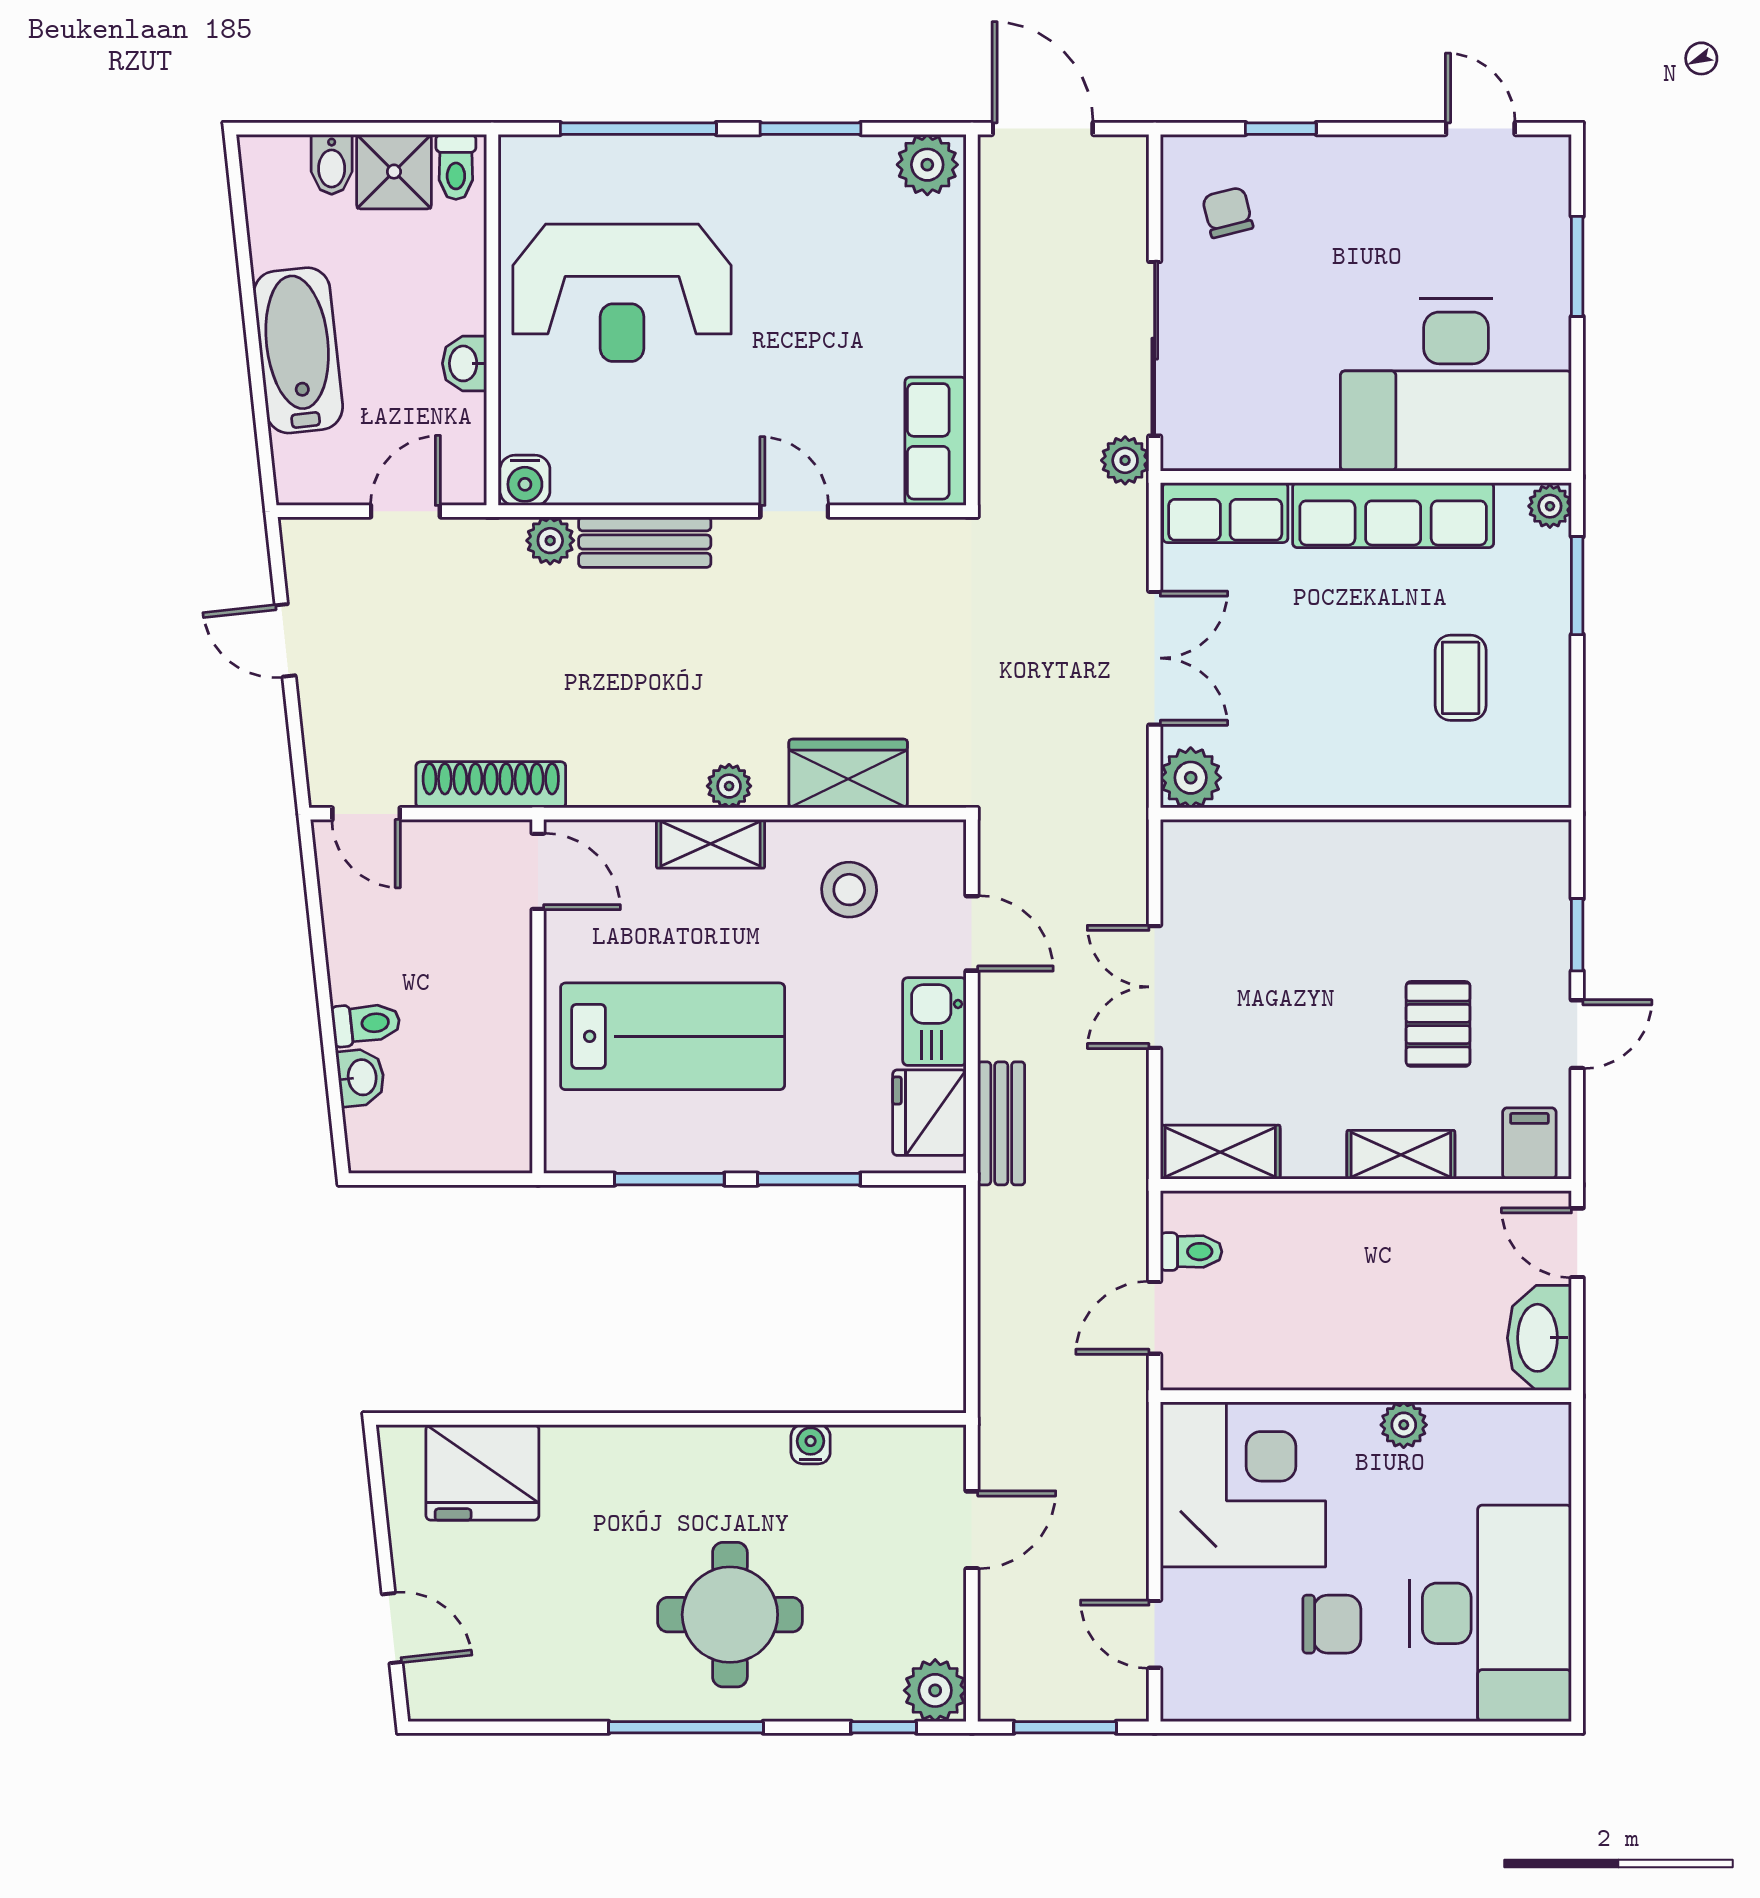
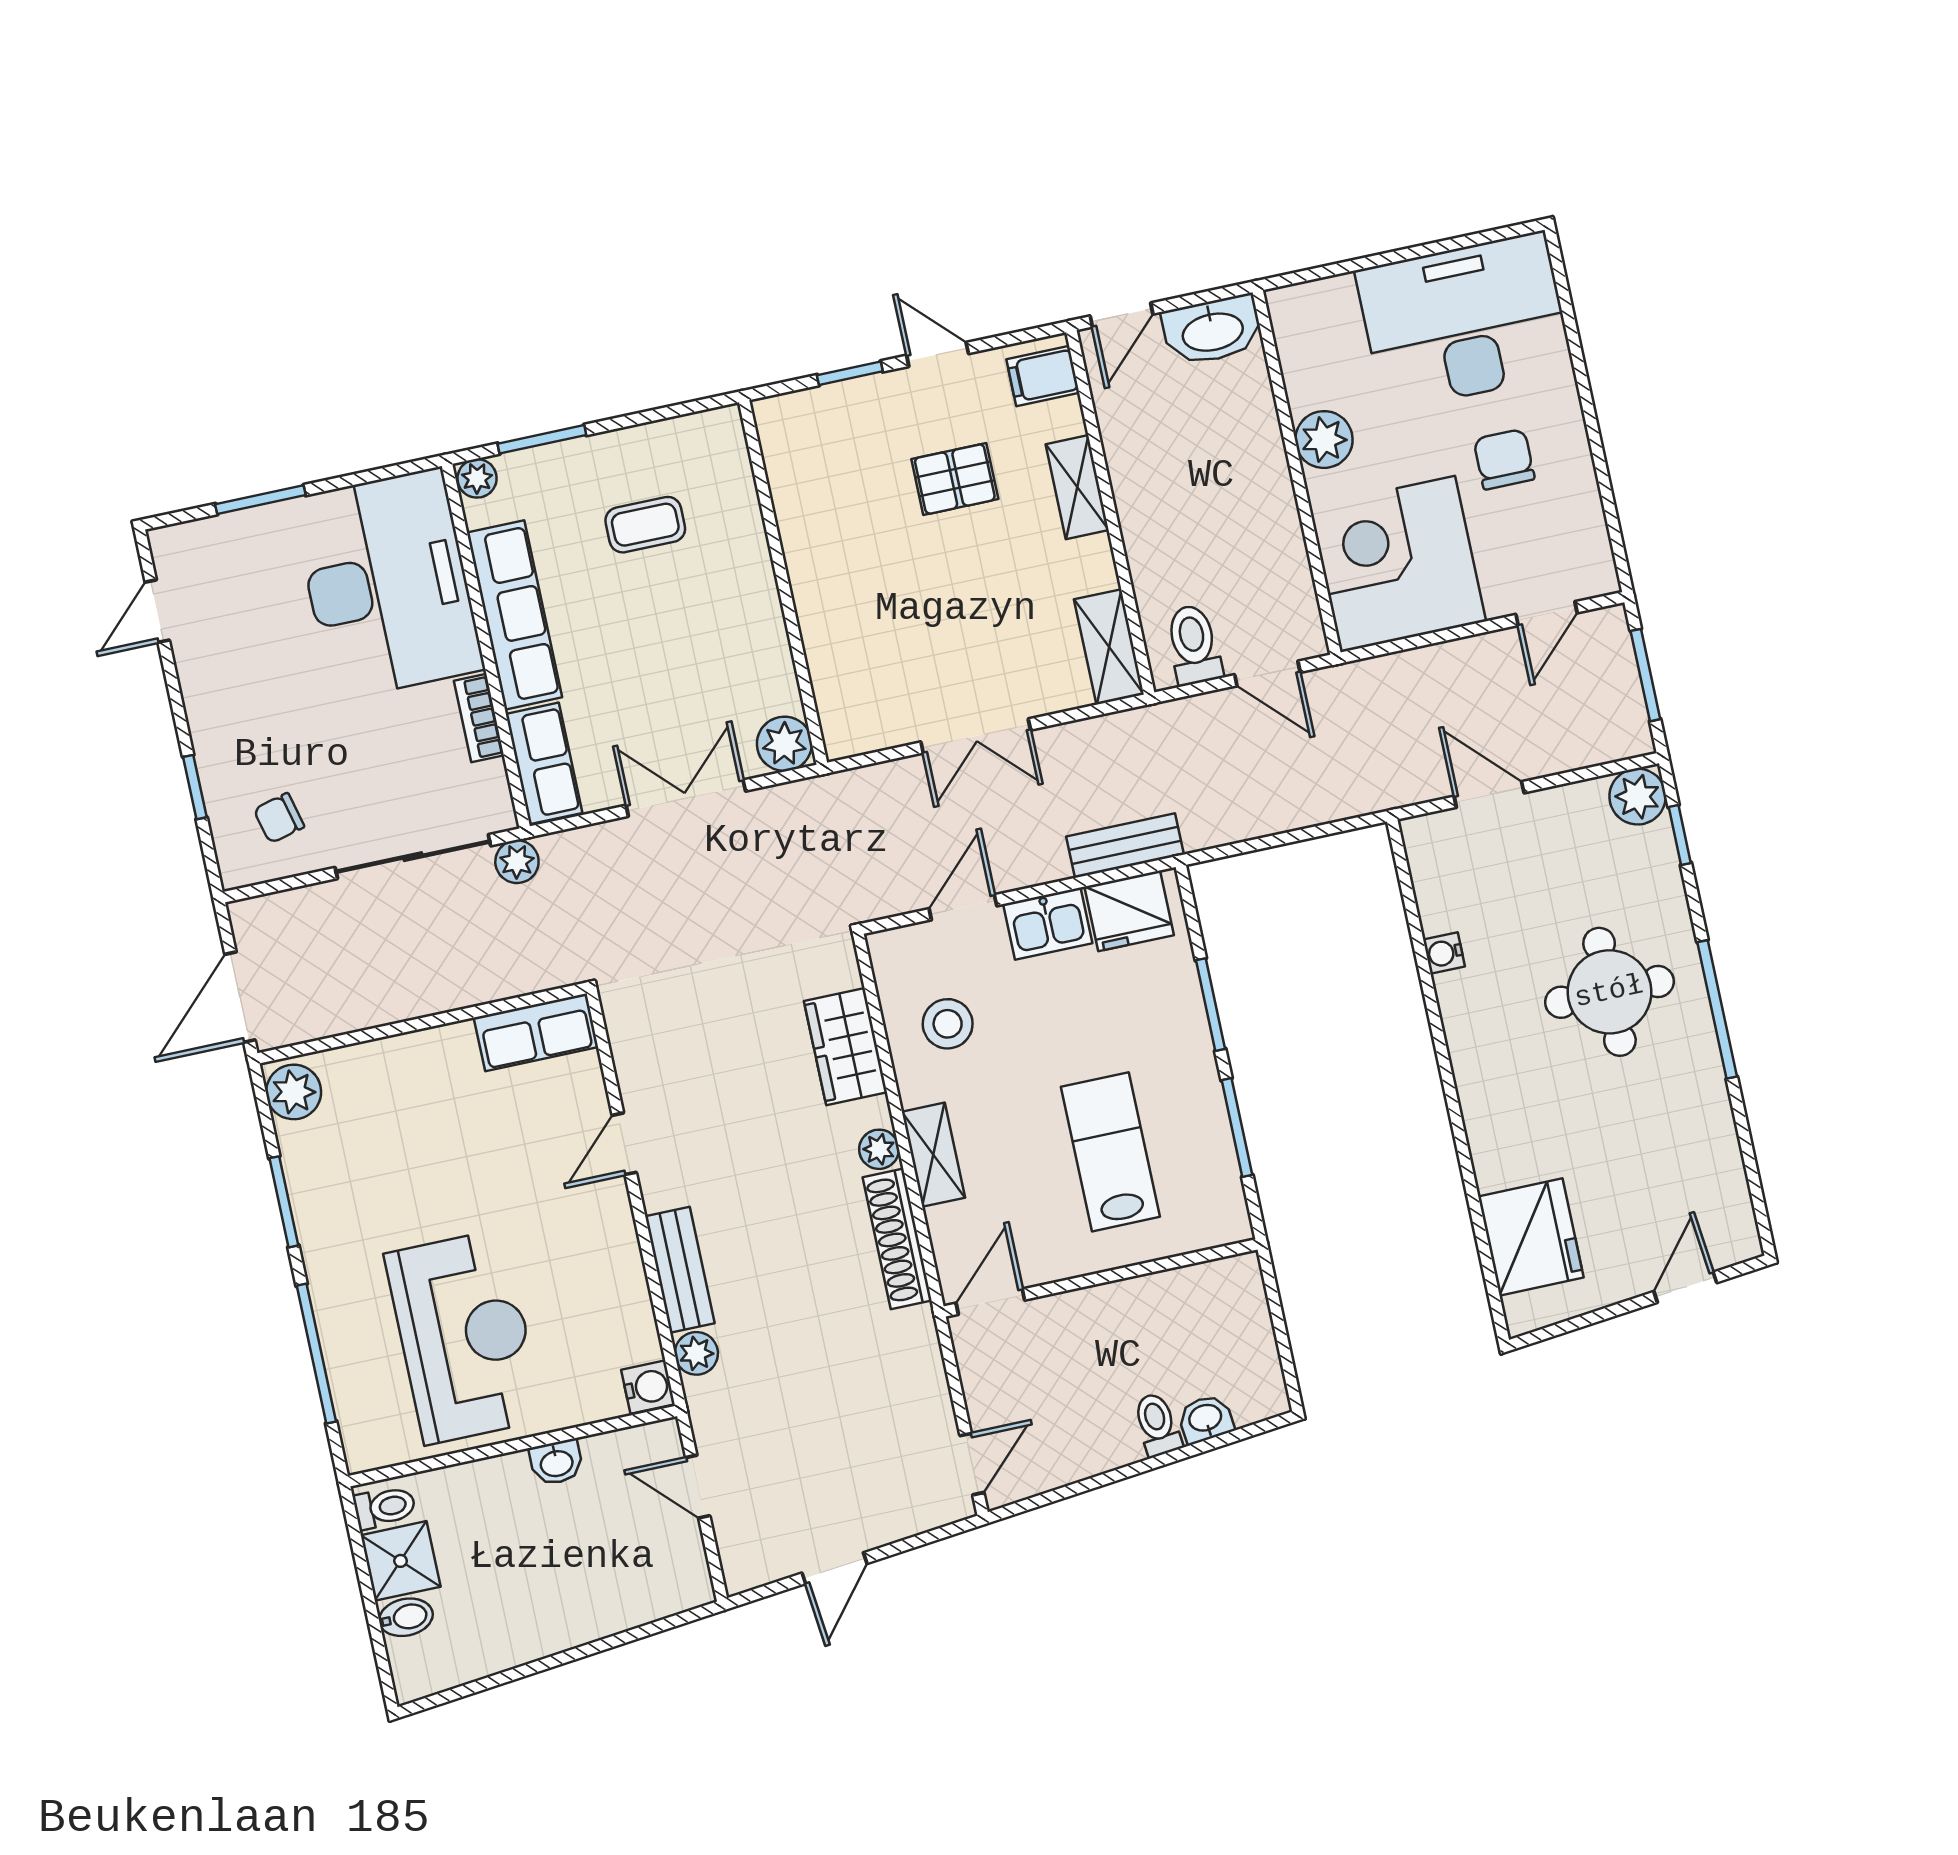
bathtub: (298, 350) -> (576, 1612), removed
bookcase: (1290, 453) -> (479, 718), added
shoe rack: (491, 785) -> (897, 1239), moved
lab bench: (673, 1036) -> (1110, 1152), width x0.73, depth x0.72
toilet: (1191, 1252) -> (1194, 645), width x1.37, depth x1.39
plant: (1404, 1425) -> (1324, 440), width x1.38, depth x1.38

